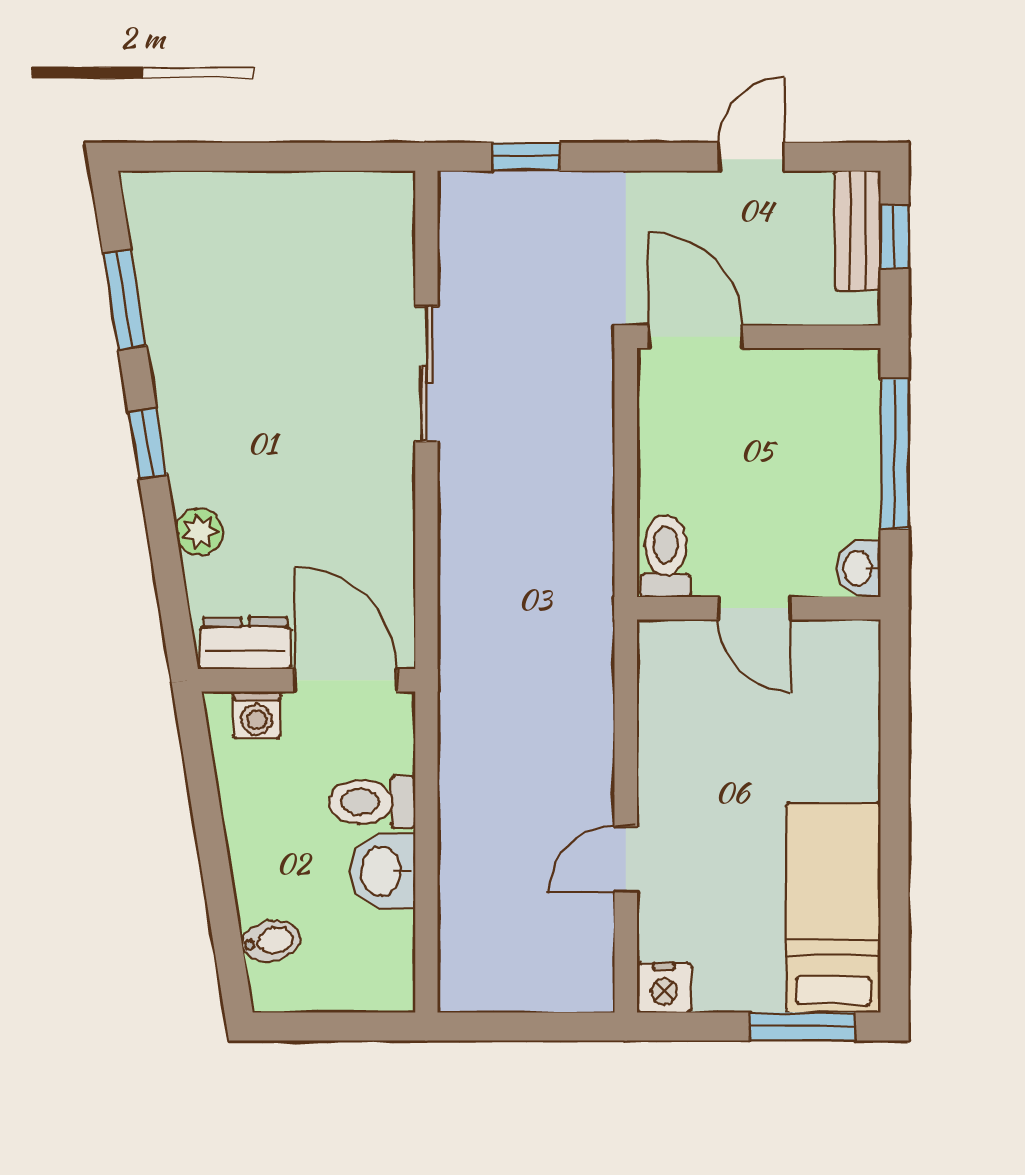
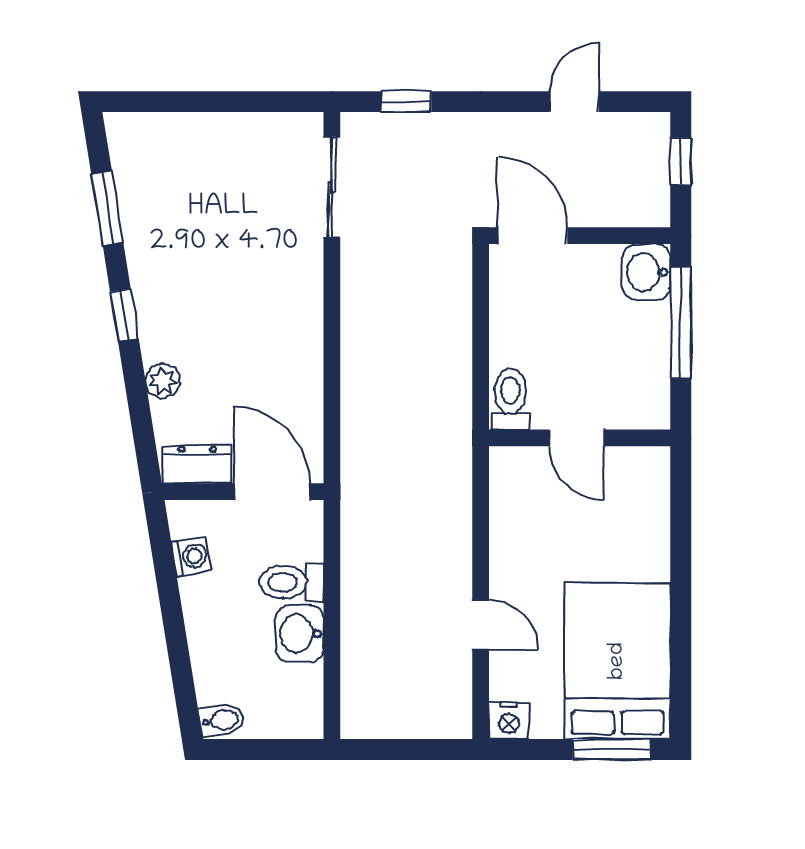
bench: (858, 231) -> (653, 157), removed
sliding door: (426, 374) -> (332, 187), moved
washbasin: (859, 568) -> (646, 272), moved, width x1.38, depth x1.45
washing machine: (257, 715) -> (191, 557), moved, turned -99
door: (626, 859) -> (481, 625), swing flipped
bed: (833, 908) -> (618, 661), width x1.50
bidet: (271, 941) -> (222, 720), moved

